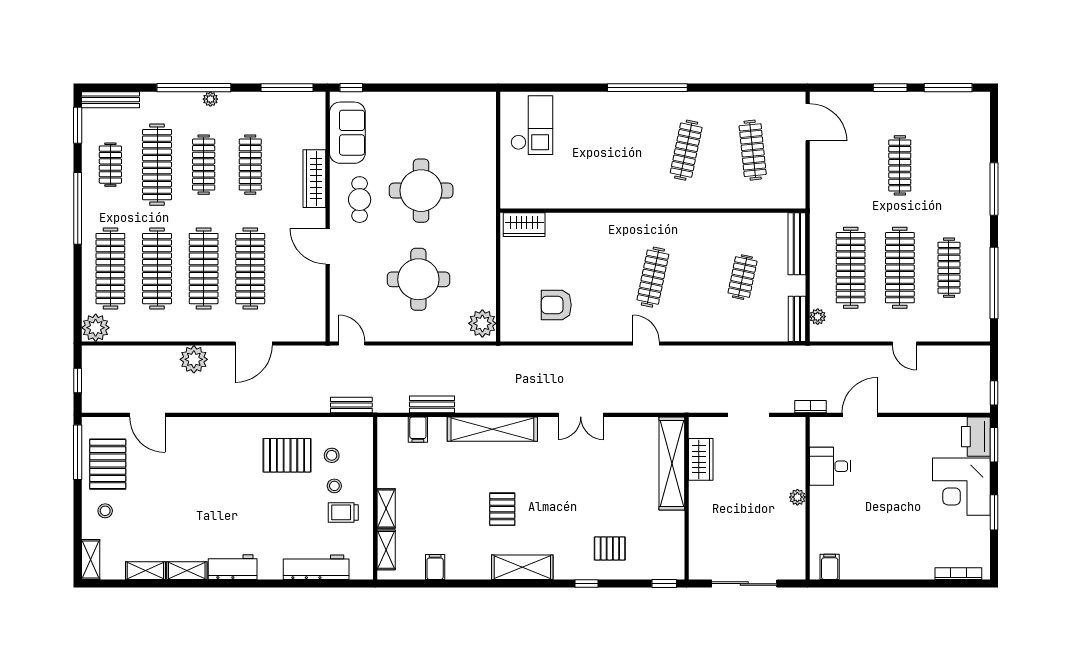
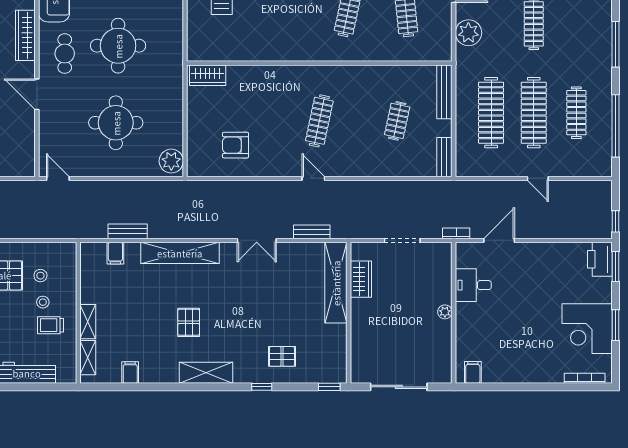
plant: (818, 317) -> (468, 33), moved, width x1.88, depth x1.88
bench: (351, 405) -> (312, 232), moved
corner desk: (961, 487) -> (587, 329), moved

